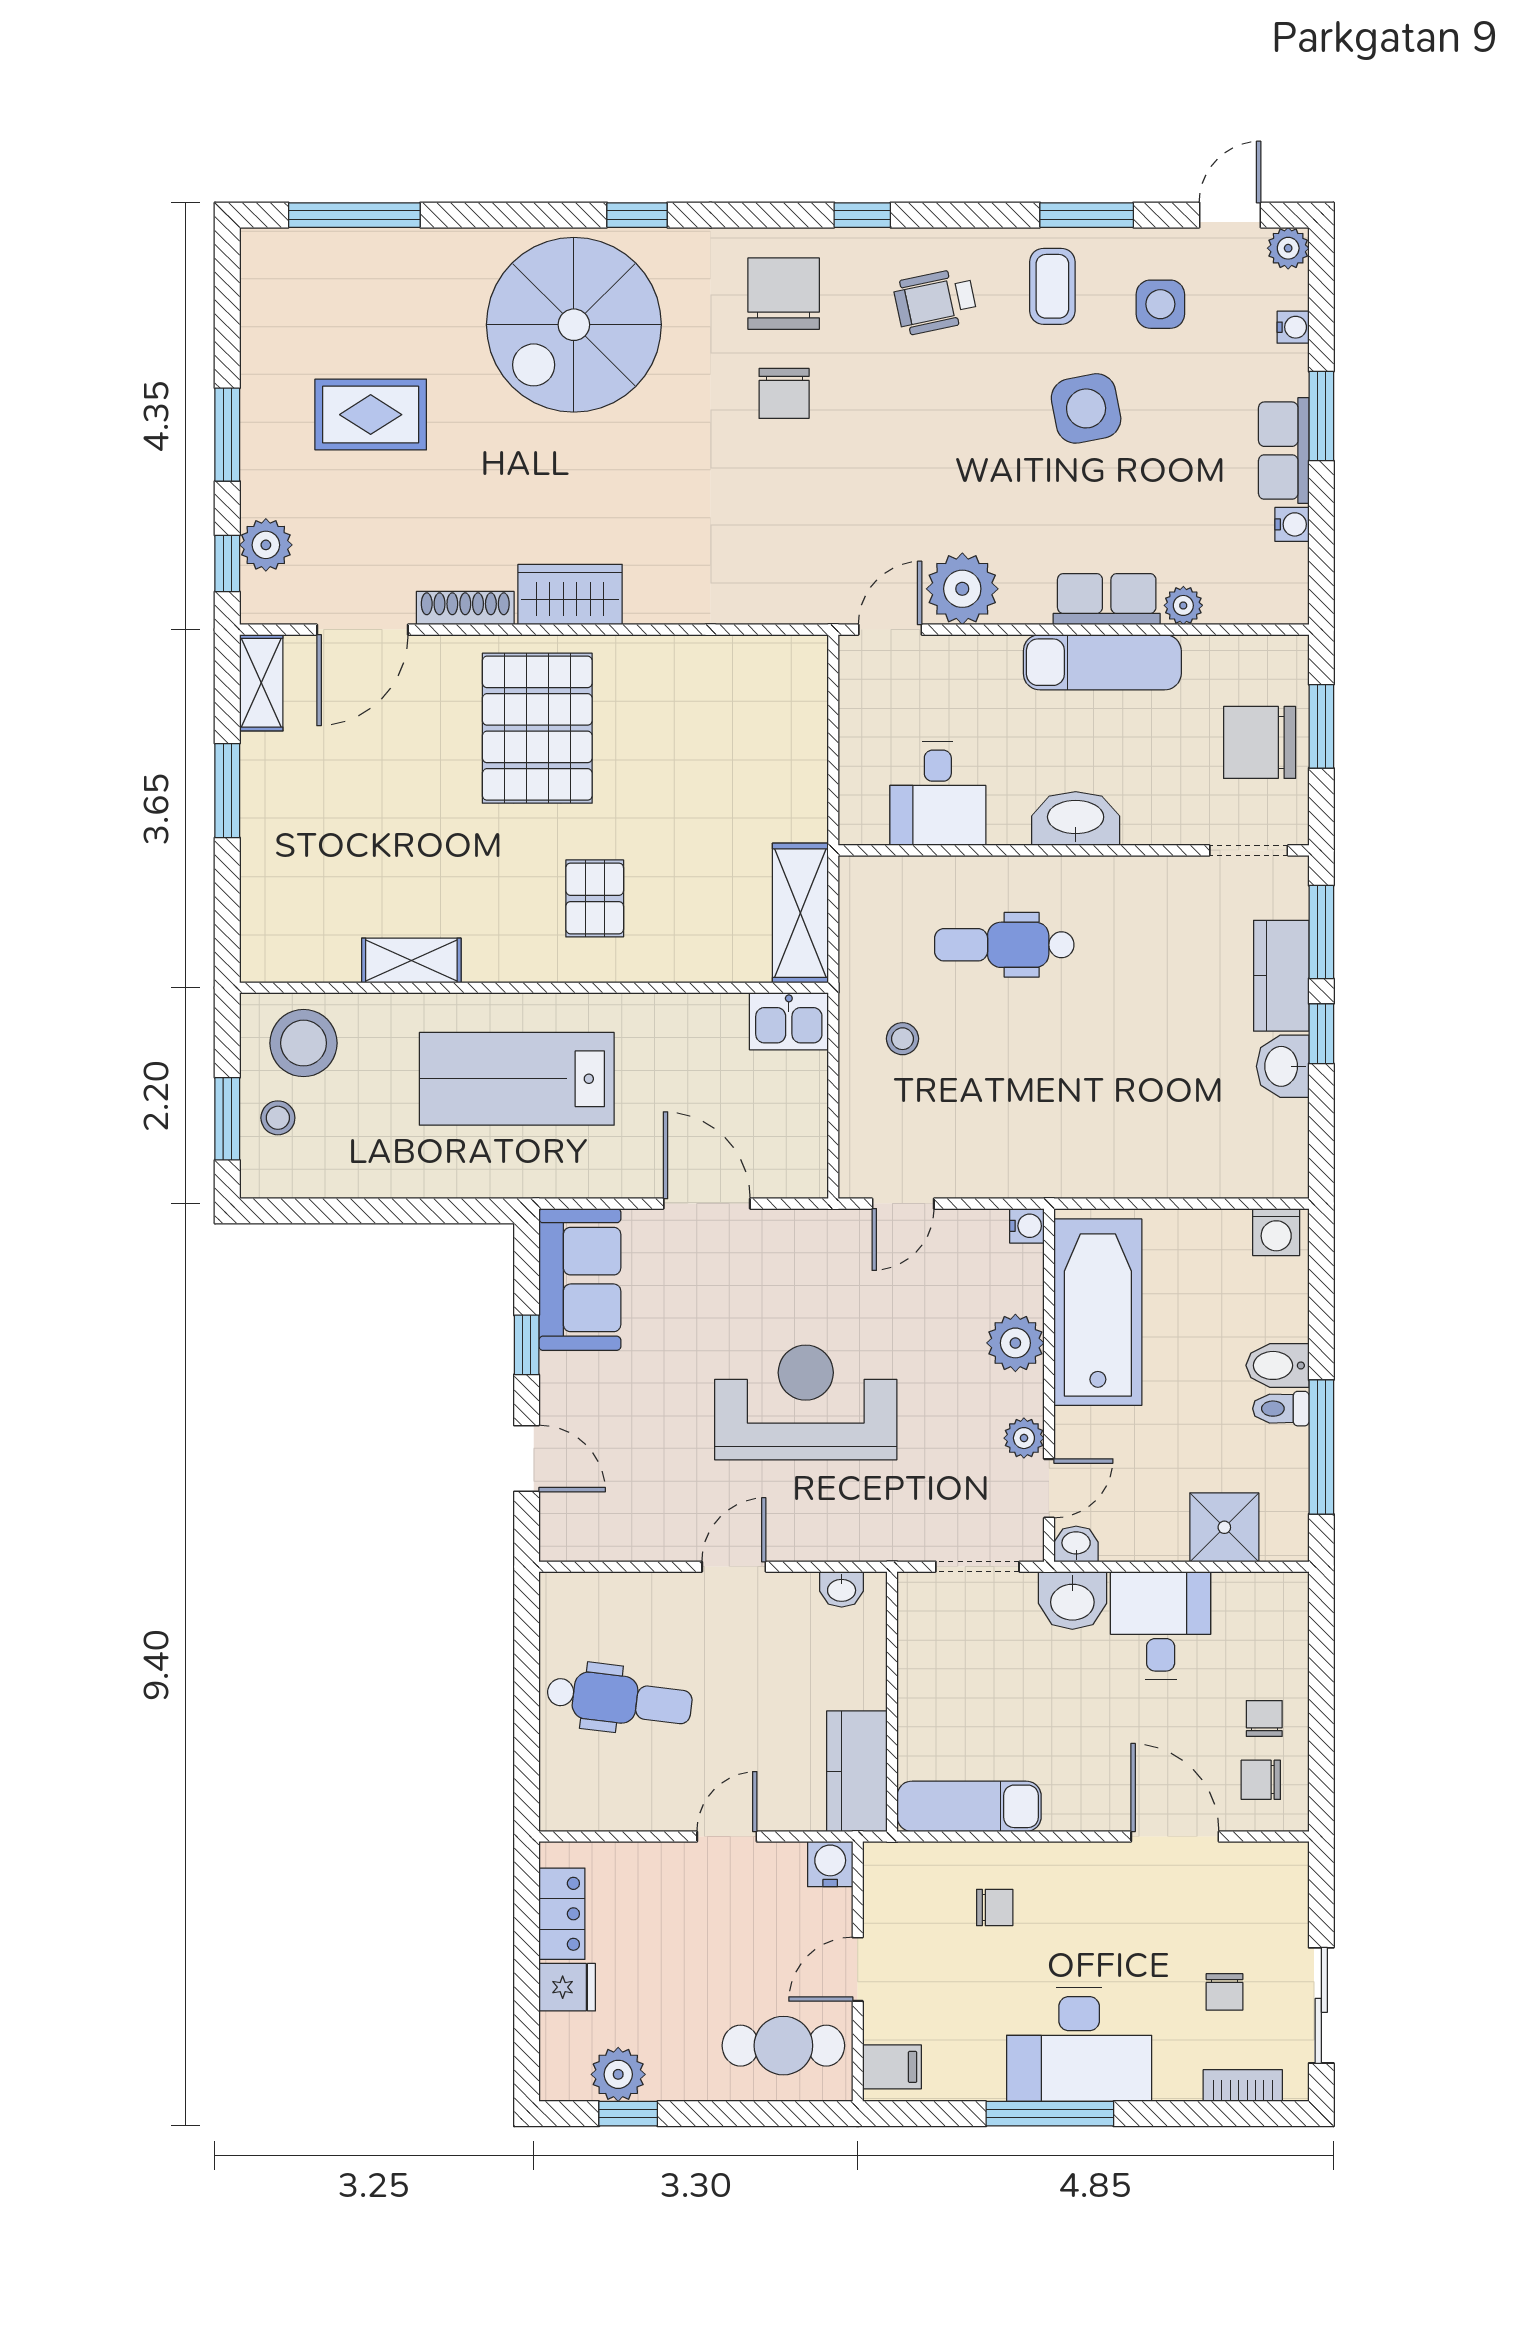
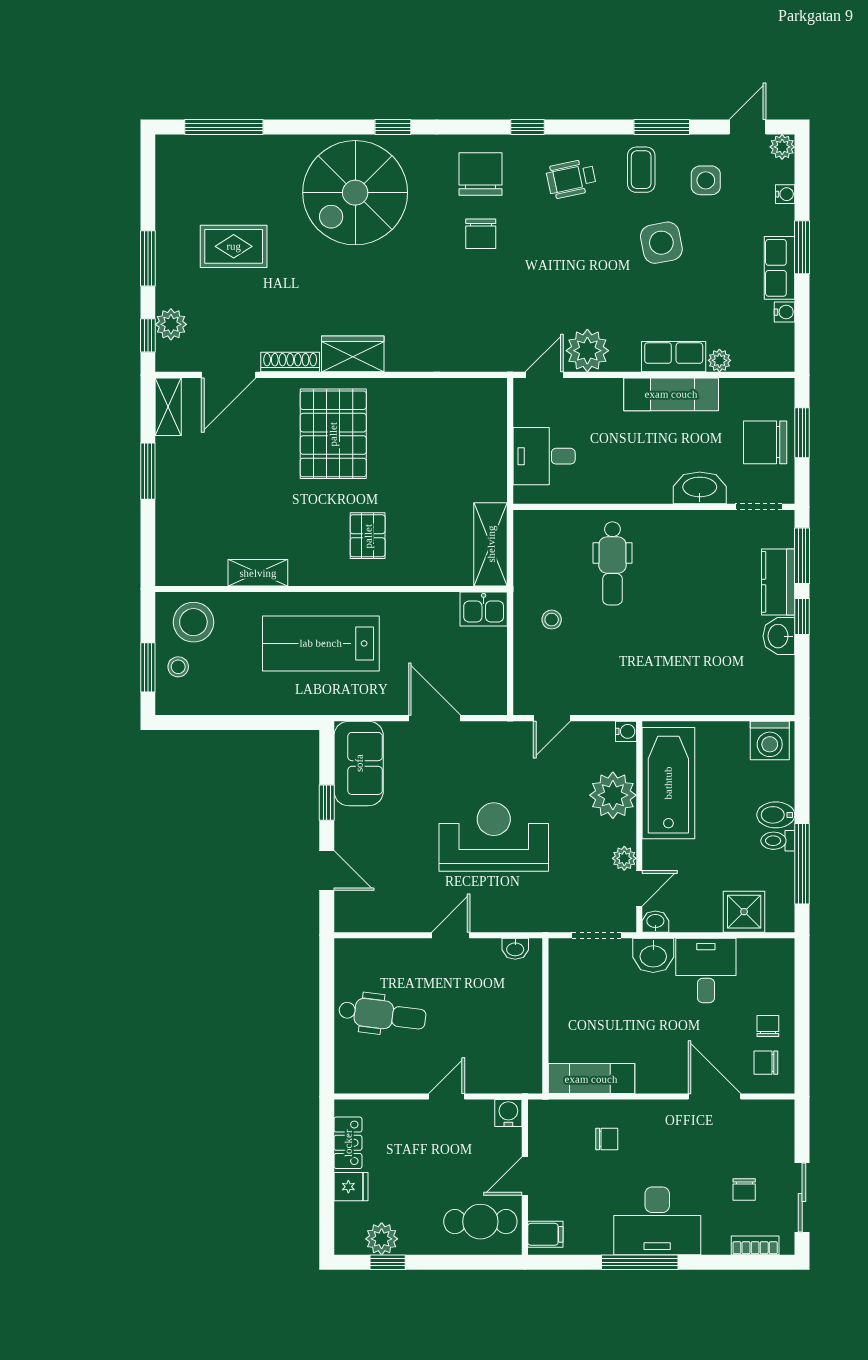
desk: (938, 794) -> (544, 456), moved, turned 90
washbasin: (1076, 819) -> (700, 488), moved
dental chair: (1004, 945) -> (612, 563), turned -90
washing machine: (1276, 1232) -> (770, 740), width x1.38, depth x1.38
plant: (1015, 1343) -> (613, 795), width x1.36, depth x1.36
kitchen counter: (857, 1771) -> (524, 1058), removed

